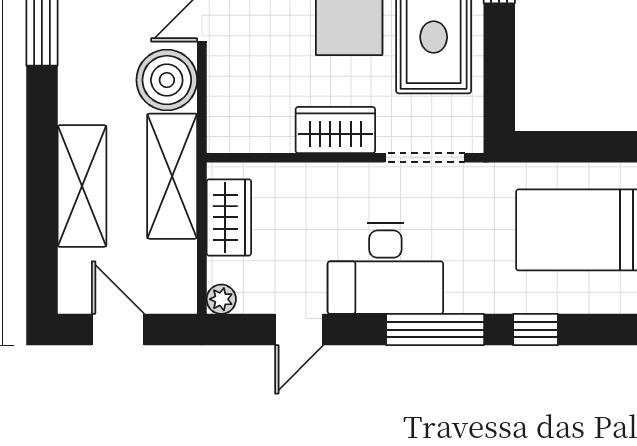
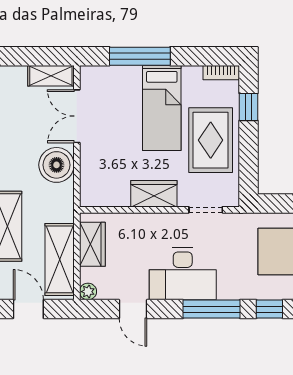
doorway: (425, 158) -> (206, 210), width x0.73
shelving: (172, 176) -> (60, 259), moved
door: (299, 330) -> (133, 309), hinge flipped

